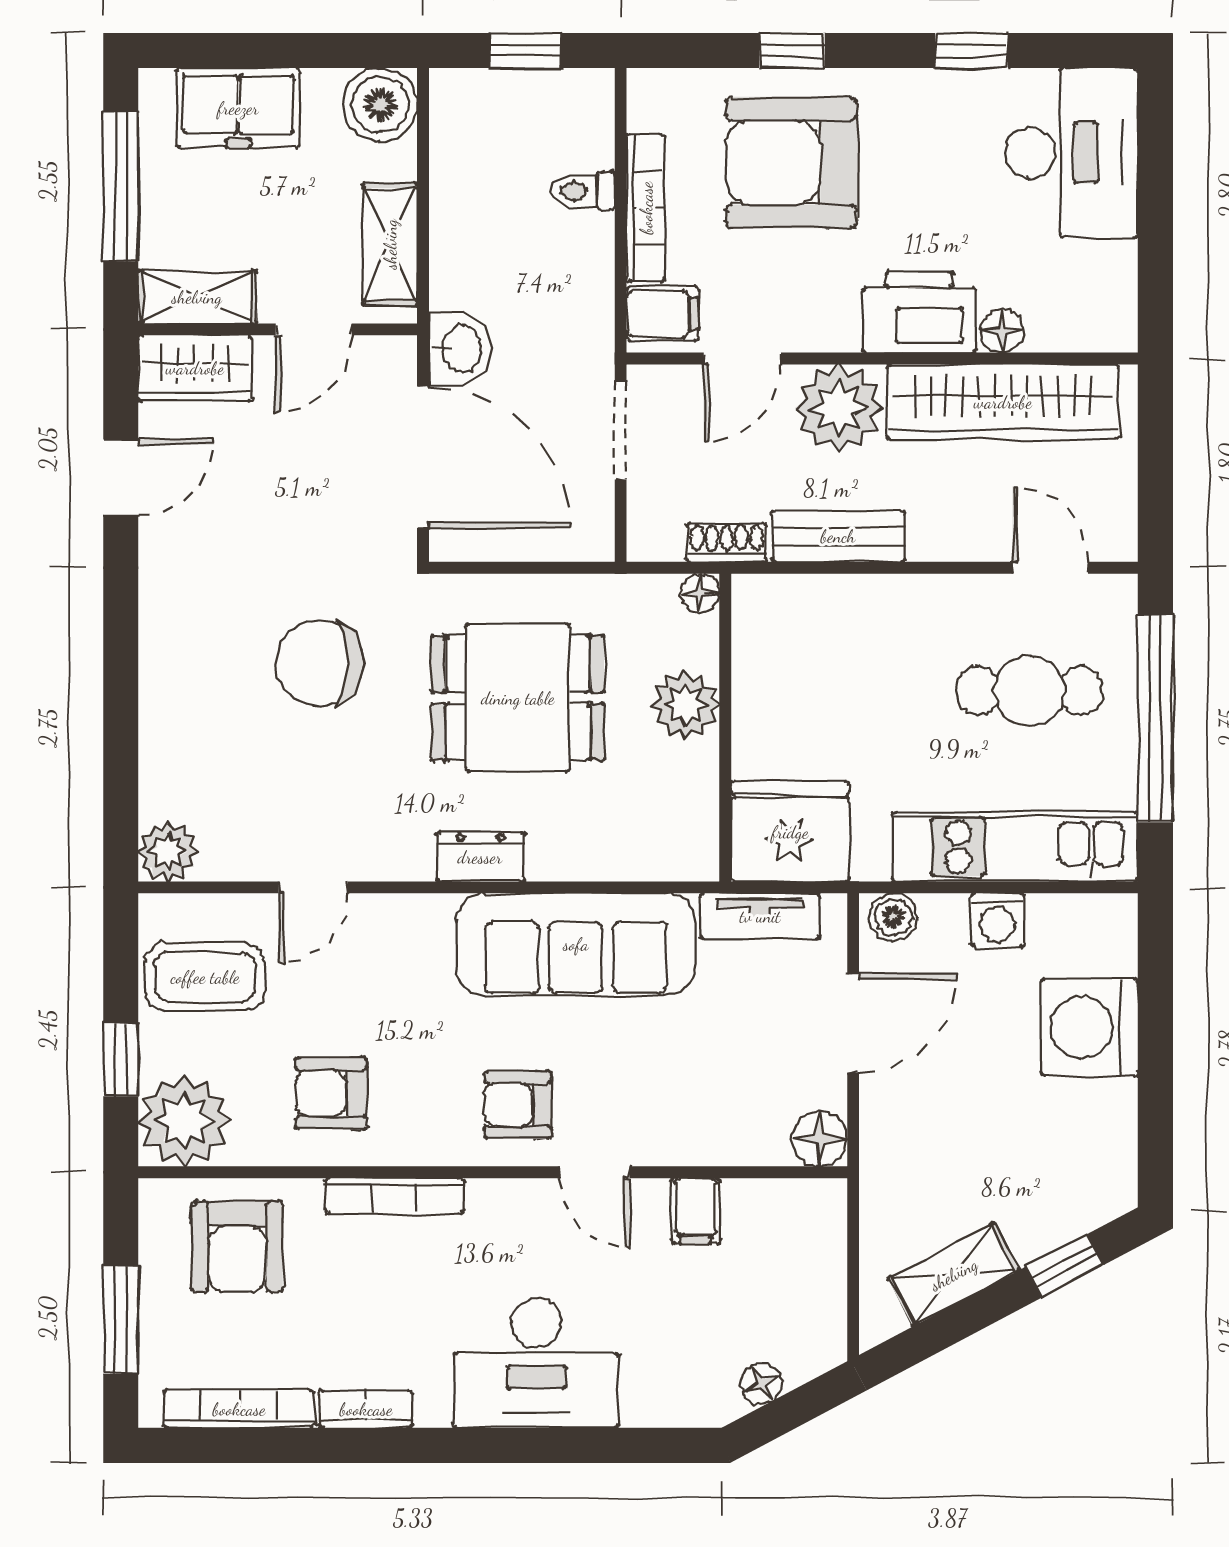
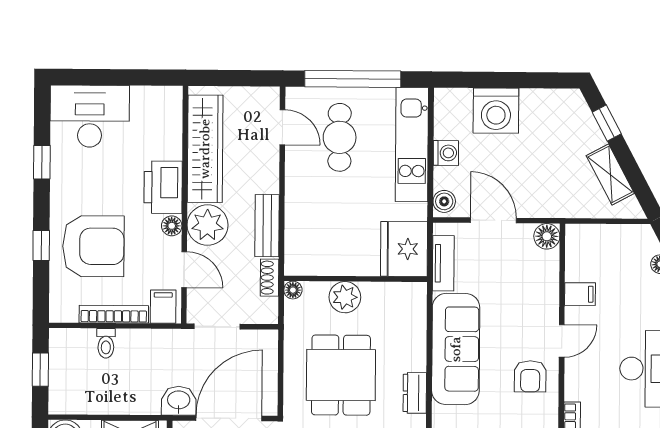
armchair: (791, 163) -> (93, 246), turned -90
floor lamp: (1002, 331) -> (172, 226), moved
door: (1050, 568) -> (282, 127), swing flipped

